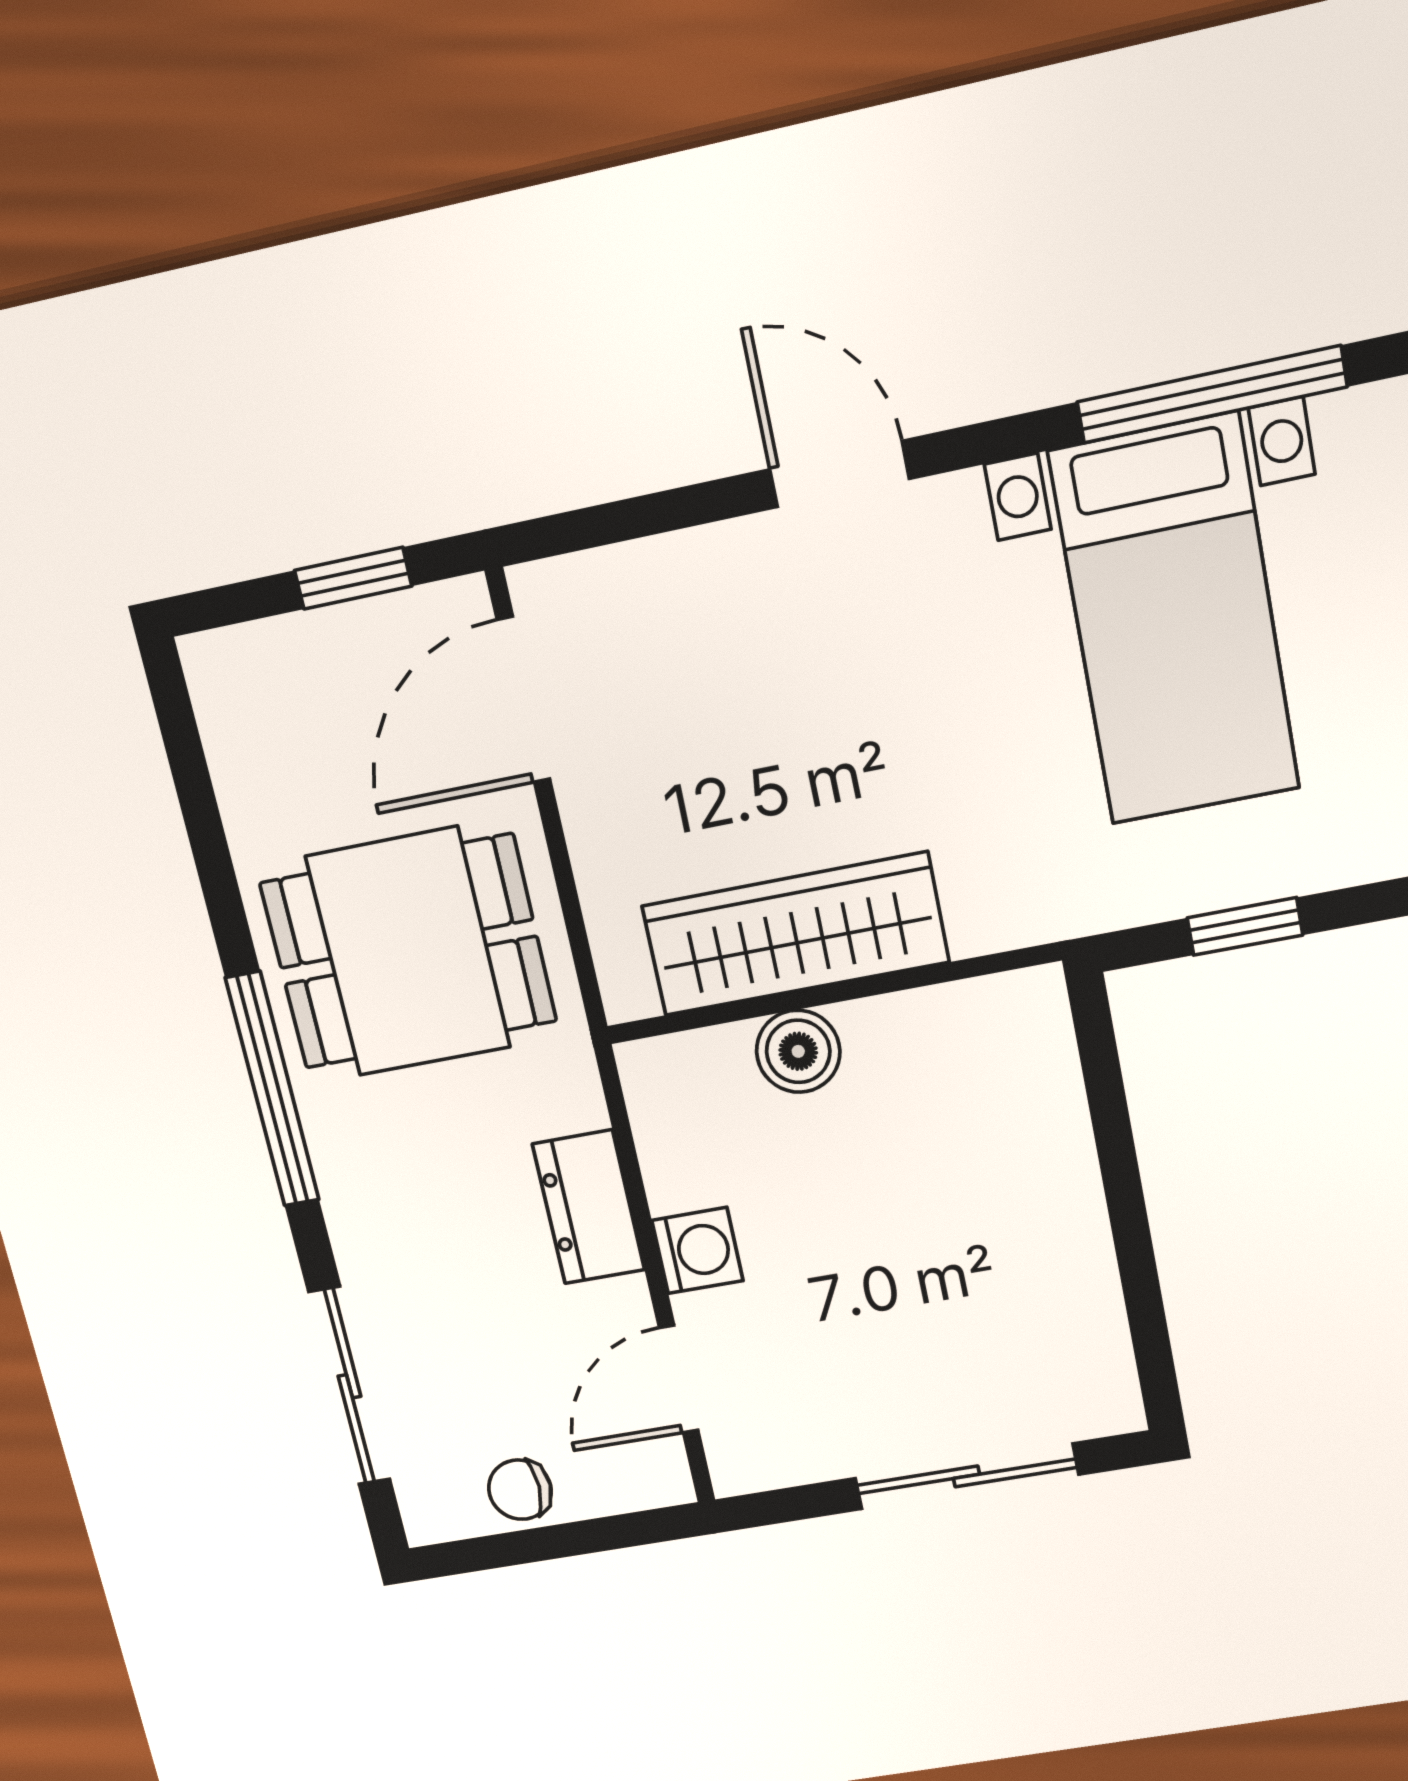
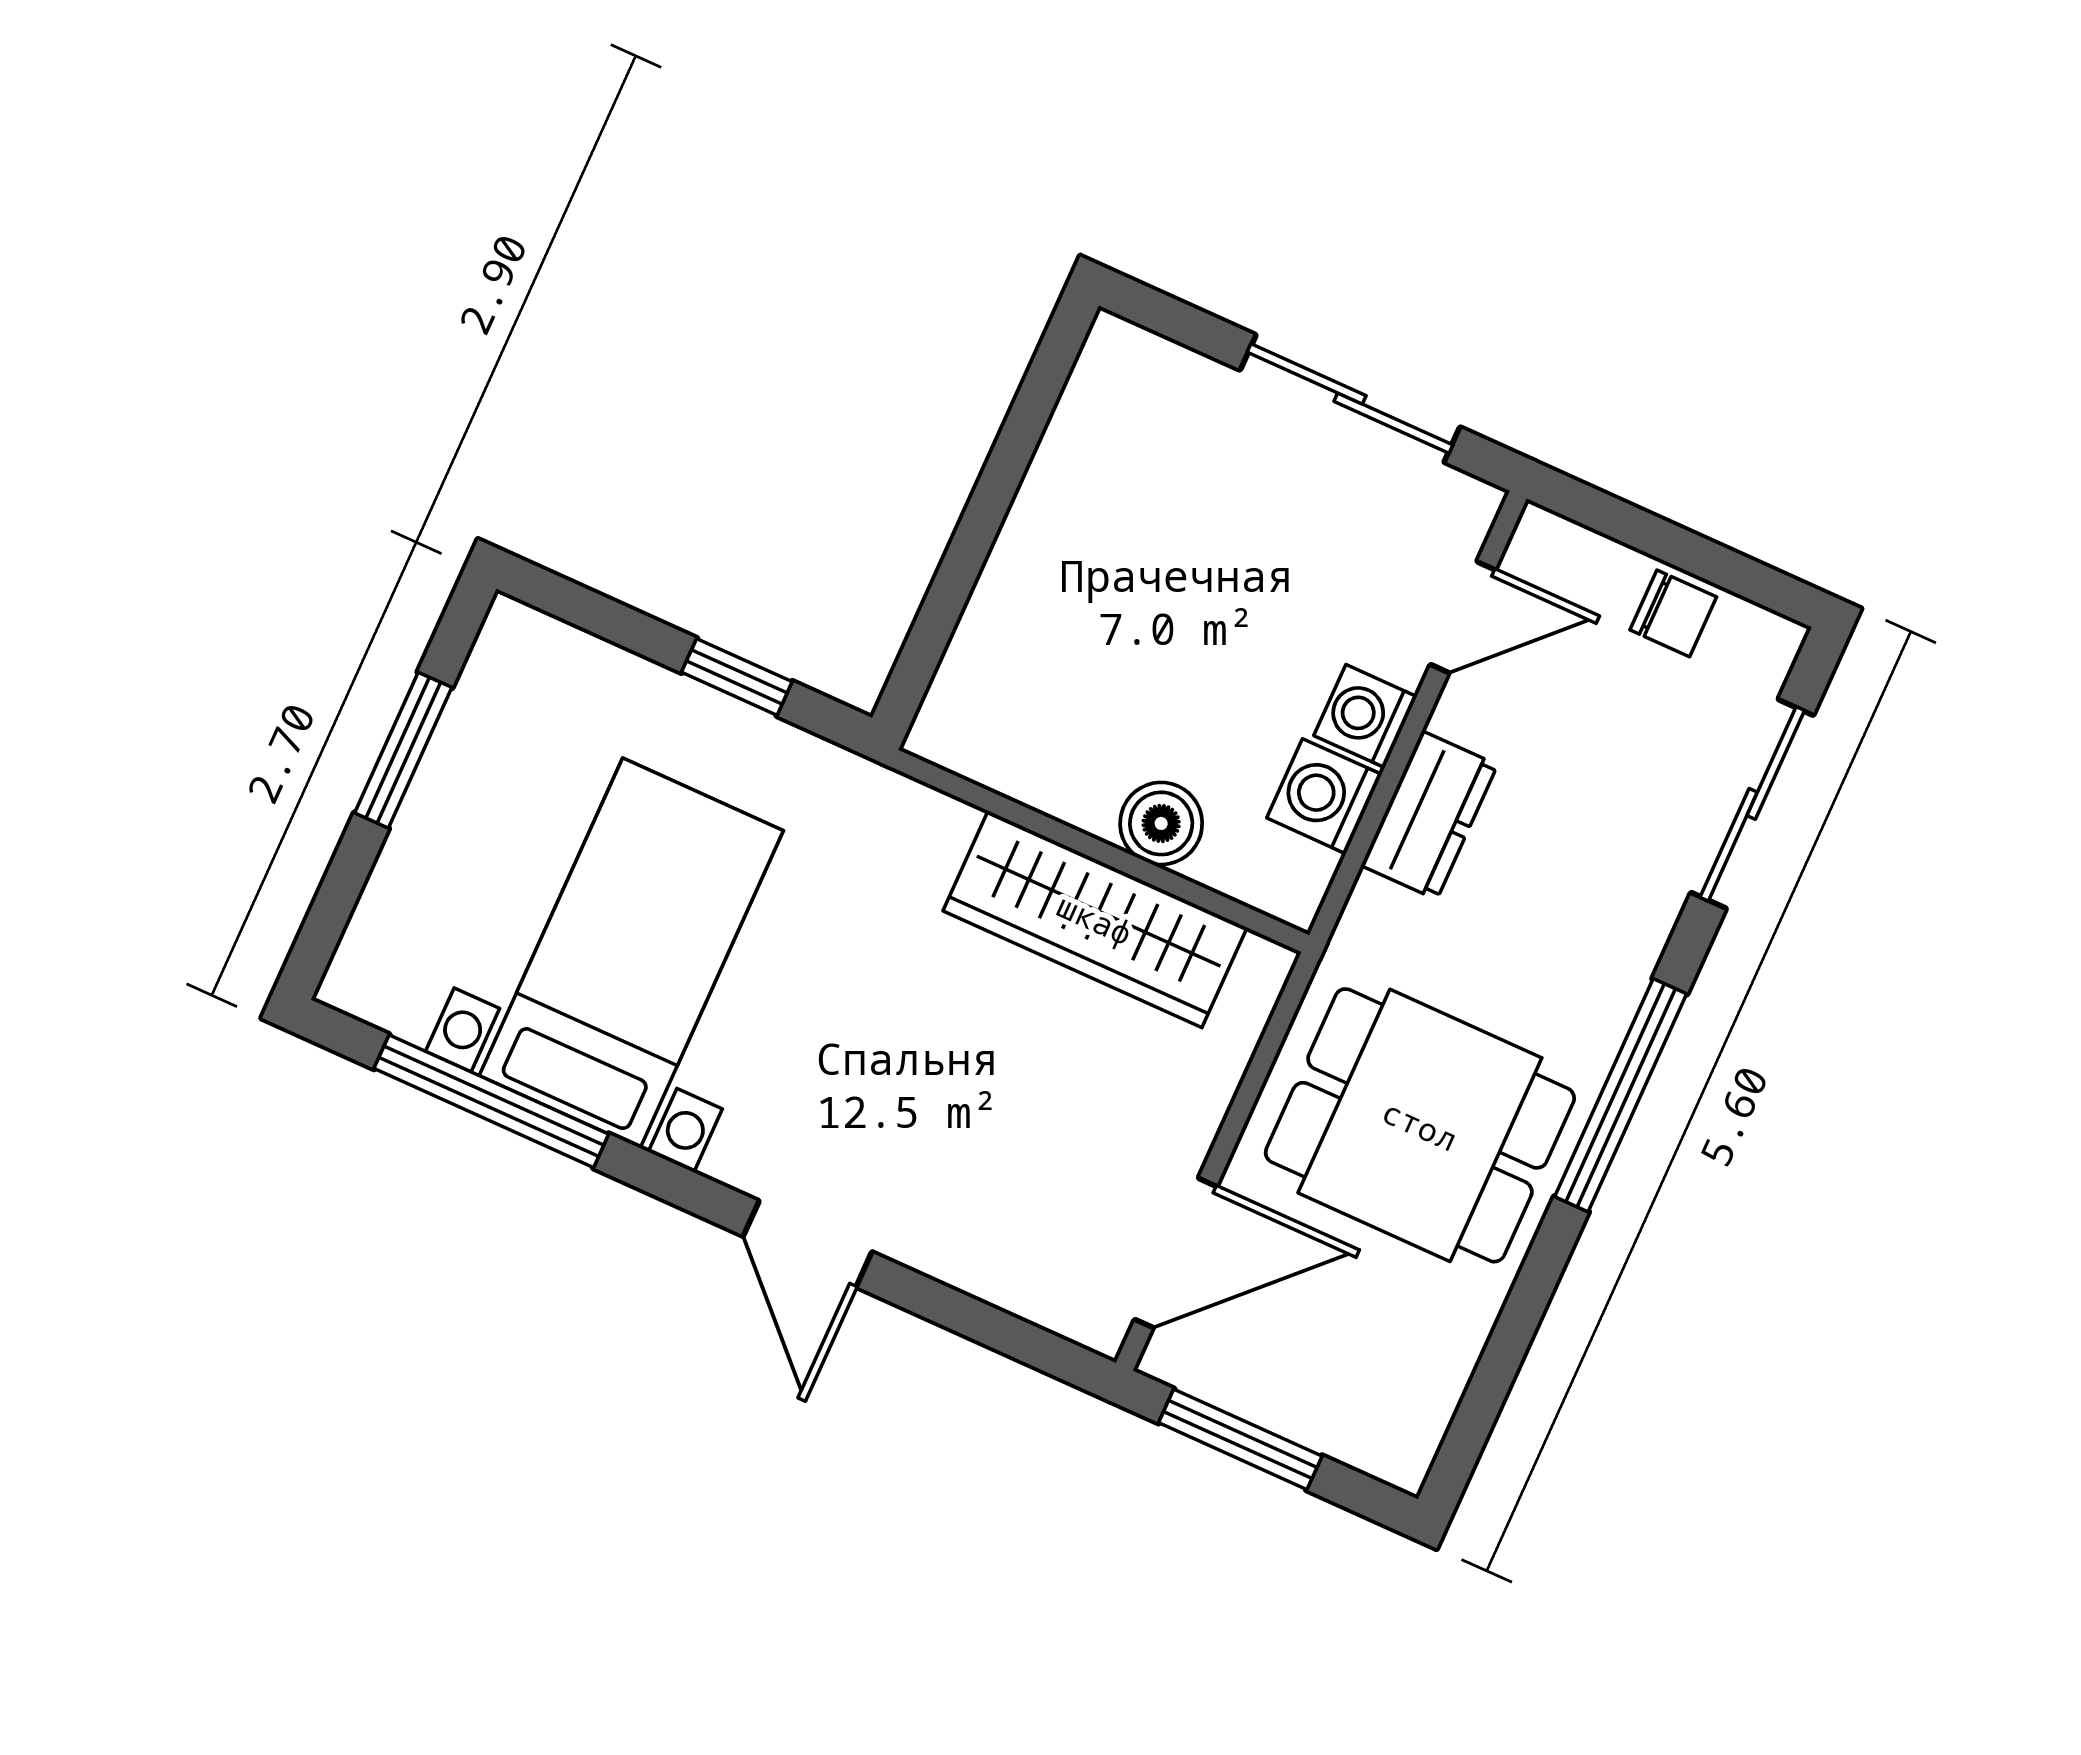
window: (353, 578) -> (1240, 1439), width x1.50
washing machine: (683, 1165) -> (1324, 796), added
sliding door: (967, 1476) -> (1350, 399), moved

